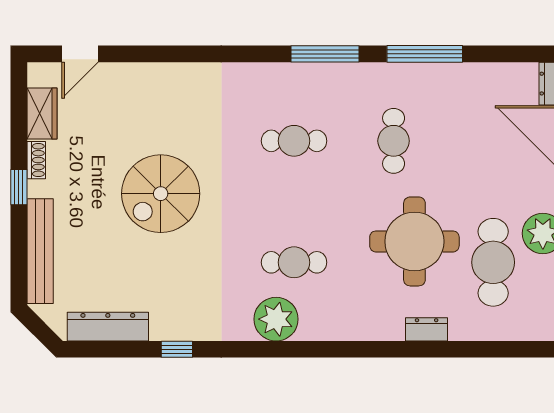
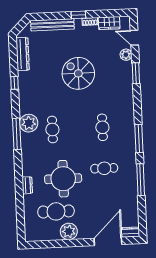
window: (167, 54) -> (136, 73), added
plant: (120, 76) -> (126, 55), added
window: (301, 349) -> (17, 134), added

